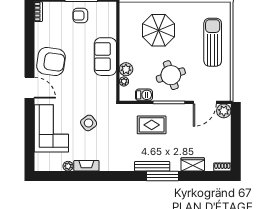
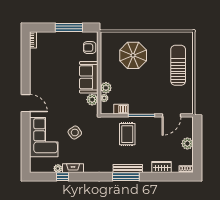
armchair: (80, 16) -> (90, 48), moved
armchair: (51, 61) -> (44, 81), removed
round table: (171, 75) -> (143, 93), removed
plant: (109, 83) -> (92, 100), added
plant: (224, 111) -> (187, 144), moved
rug: (152, 125) -> (127, 134), turned 90
window: (74, 176) -> (62, 177), added
window: (163, 176) -> (126, 177), moved

